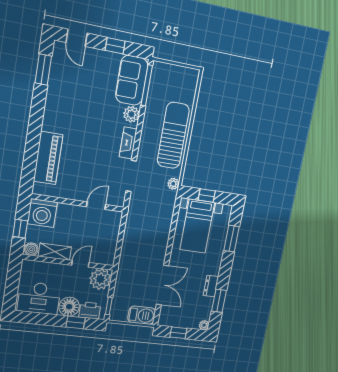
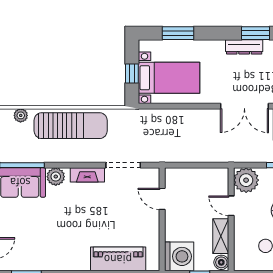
sun lounger: (173, 136) -> (71, 126), turned 180
plant: (173, 184) -> (21, 115), moved
double door: (163, 285) -> (244, 106), swing flipped
dresser: (211, 286) -> (244, 47), width x1.44

